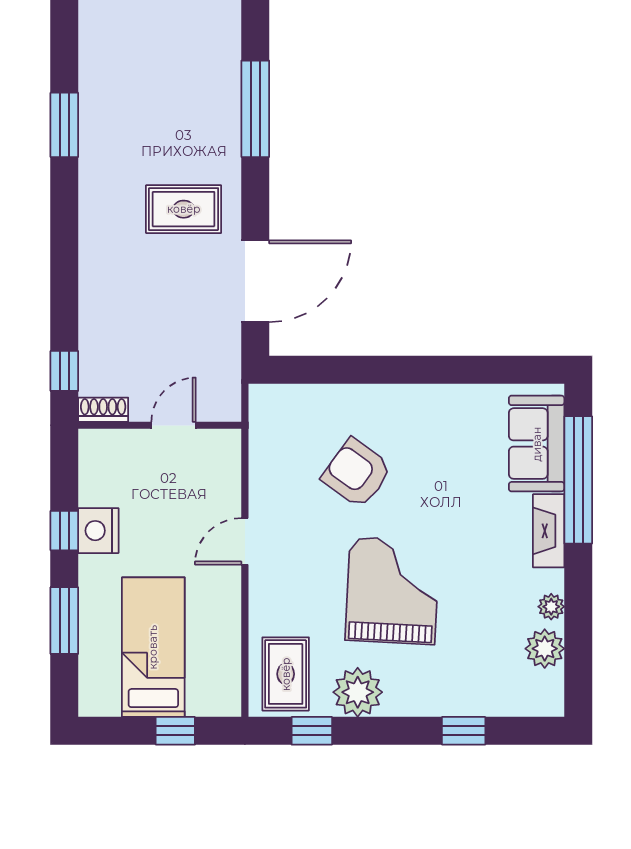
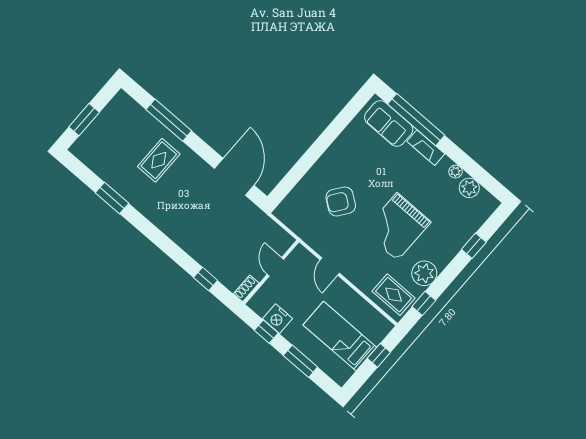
rug: (184, 209) -> (159, 160), moved
shoe rack: (103, 410) -> (246, 288), moved
wall: (160, 425) -> (271, 272), moved
door: (174, 425) -> (275, 267), moved
grand piano: (392, 591) -> (397, 227), turned -93

